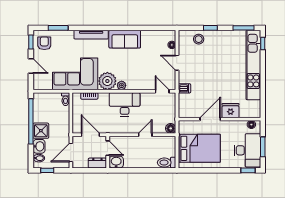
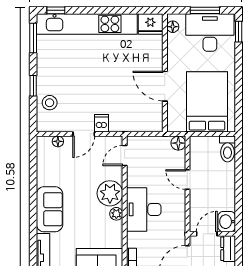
plant: (107, 81) -> (110, 193), moved
dishwasher: (184, 88) -> (101, 123), moved
fridge: (231, 111) -> (150, 24), moved, turned -90

